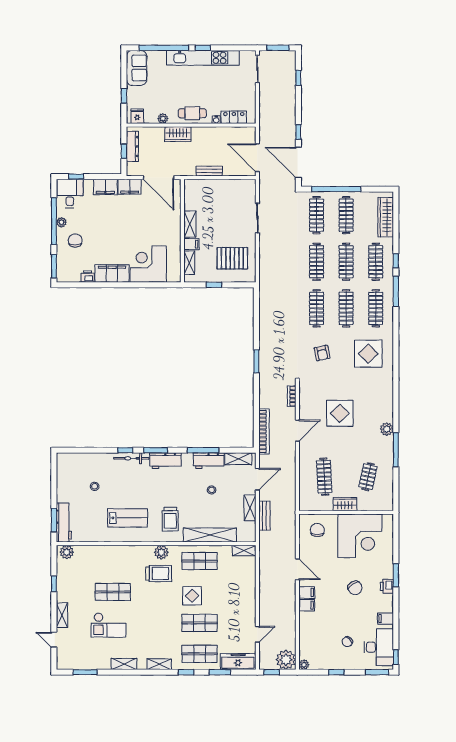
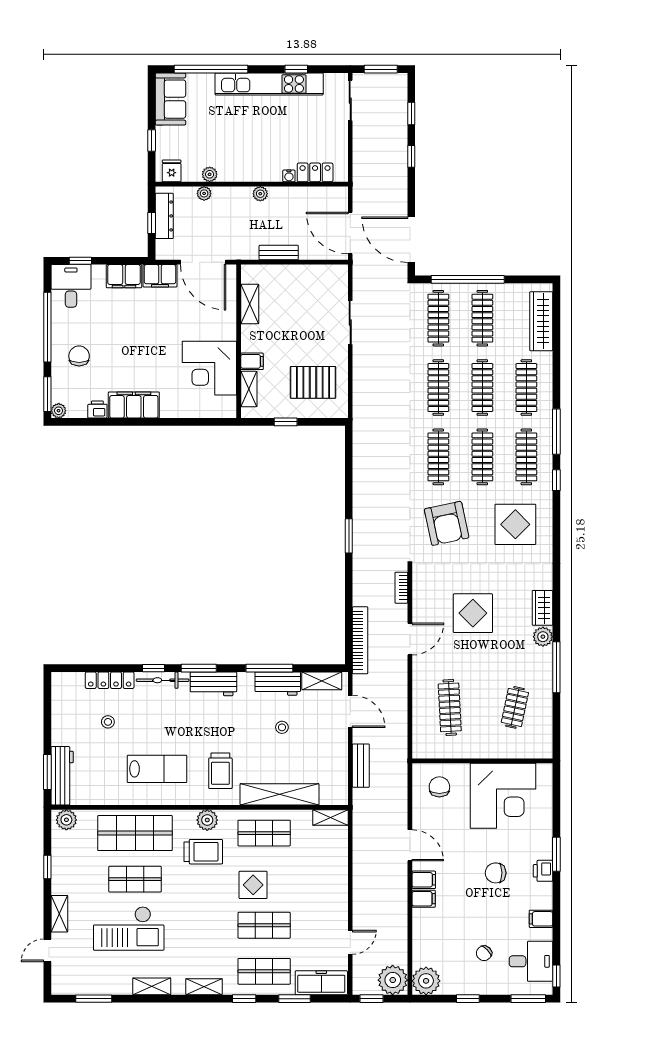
window: (203, 48) -> (296, 69), moved
cafe table: (192, 113) -> (253, 167), removed
plant: (159, 131) -> (204, 193), added
plant: (197, 132) -> (260, 194), added
window: (298, 132) -> (411, 156), moved
wardrobe: (178, 134) -> (232, 198), removed
plant: (61, 222) -> (59, 411), moved
shelving: (190, 224) -> (250, 304), moved
window: (396, 261) -> (556, 480), moved
corner desk: (148, 264) -> (209, 368), moved, turned -90
armchair: (322, 353) -> (447, 523), width x1.88, depth x1.88
locker: (96, 458) -> (110, 680), added
door: (257, 479) -> (350, 711), hinge flipped
wardrobe: (345, 504) -> (542, 608), moved, turned -90
shelving: (250, 508) -> (339, 754), removed
shop shelf: (113, 561) -> (135, 833), added
chair: (355, 588) -> (496, 873), turned 123
checkout: (109, 625) -> (129, 928), width x1.36, depth x1.21
door: (54, 640) -> (47, 950), hinge flipped
desk: (379, 647) -> (531, 961), width x0.73
plant: (304, 665) -> (426, 981), width x1.88, depth x1.88

